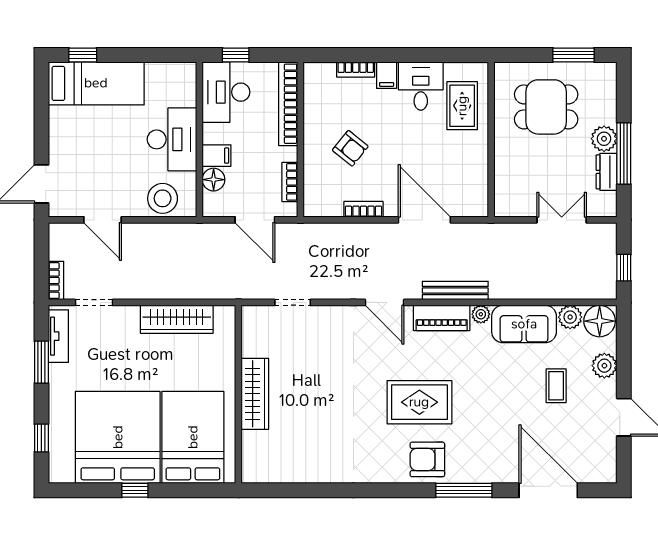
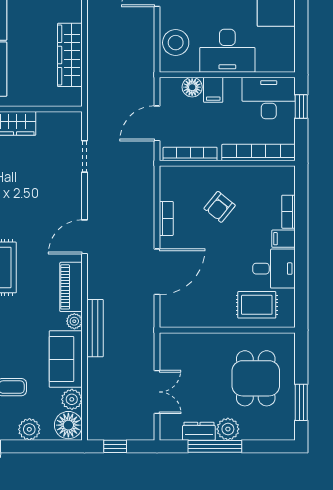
bookcase: (290, 182) -> (190, 154), width x1.56
bench: (455, 291) -> (95, 328), moved

